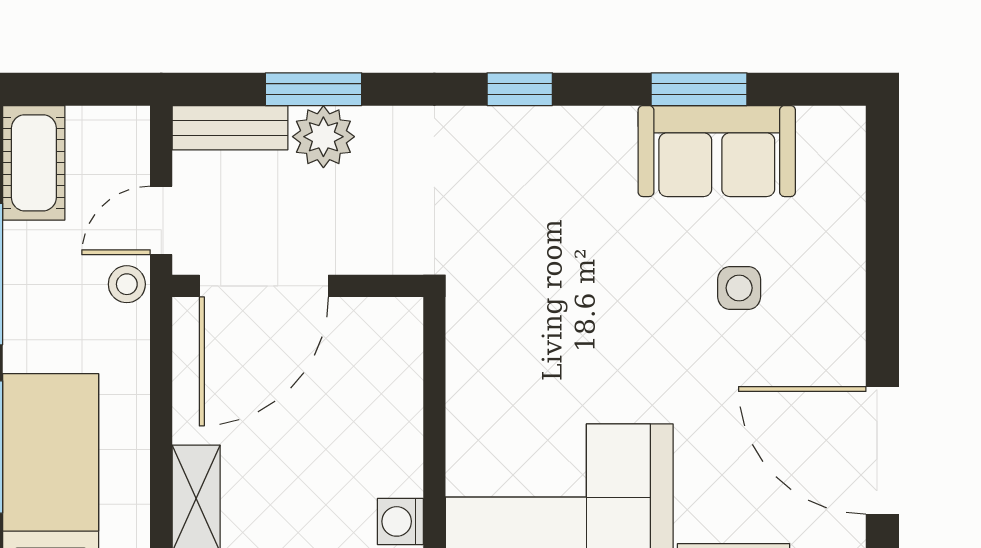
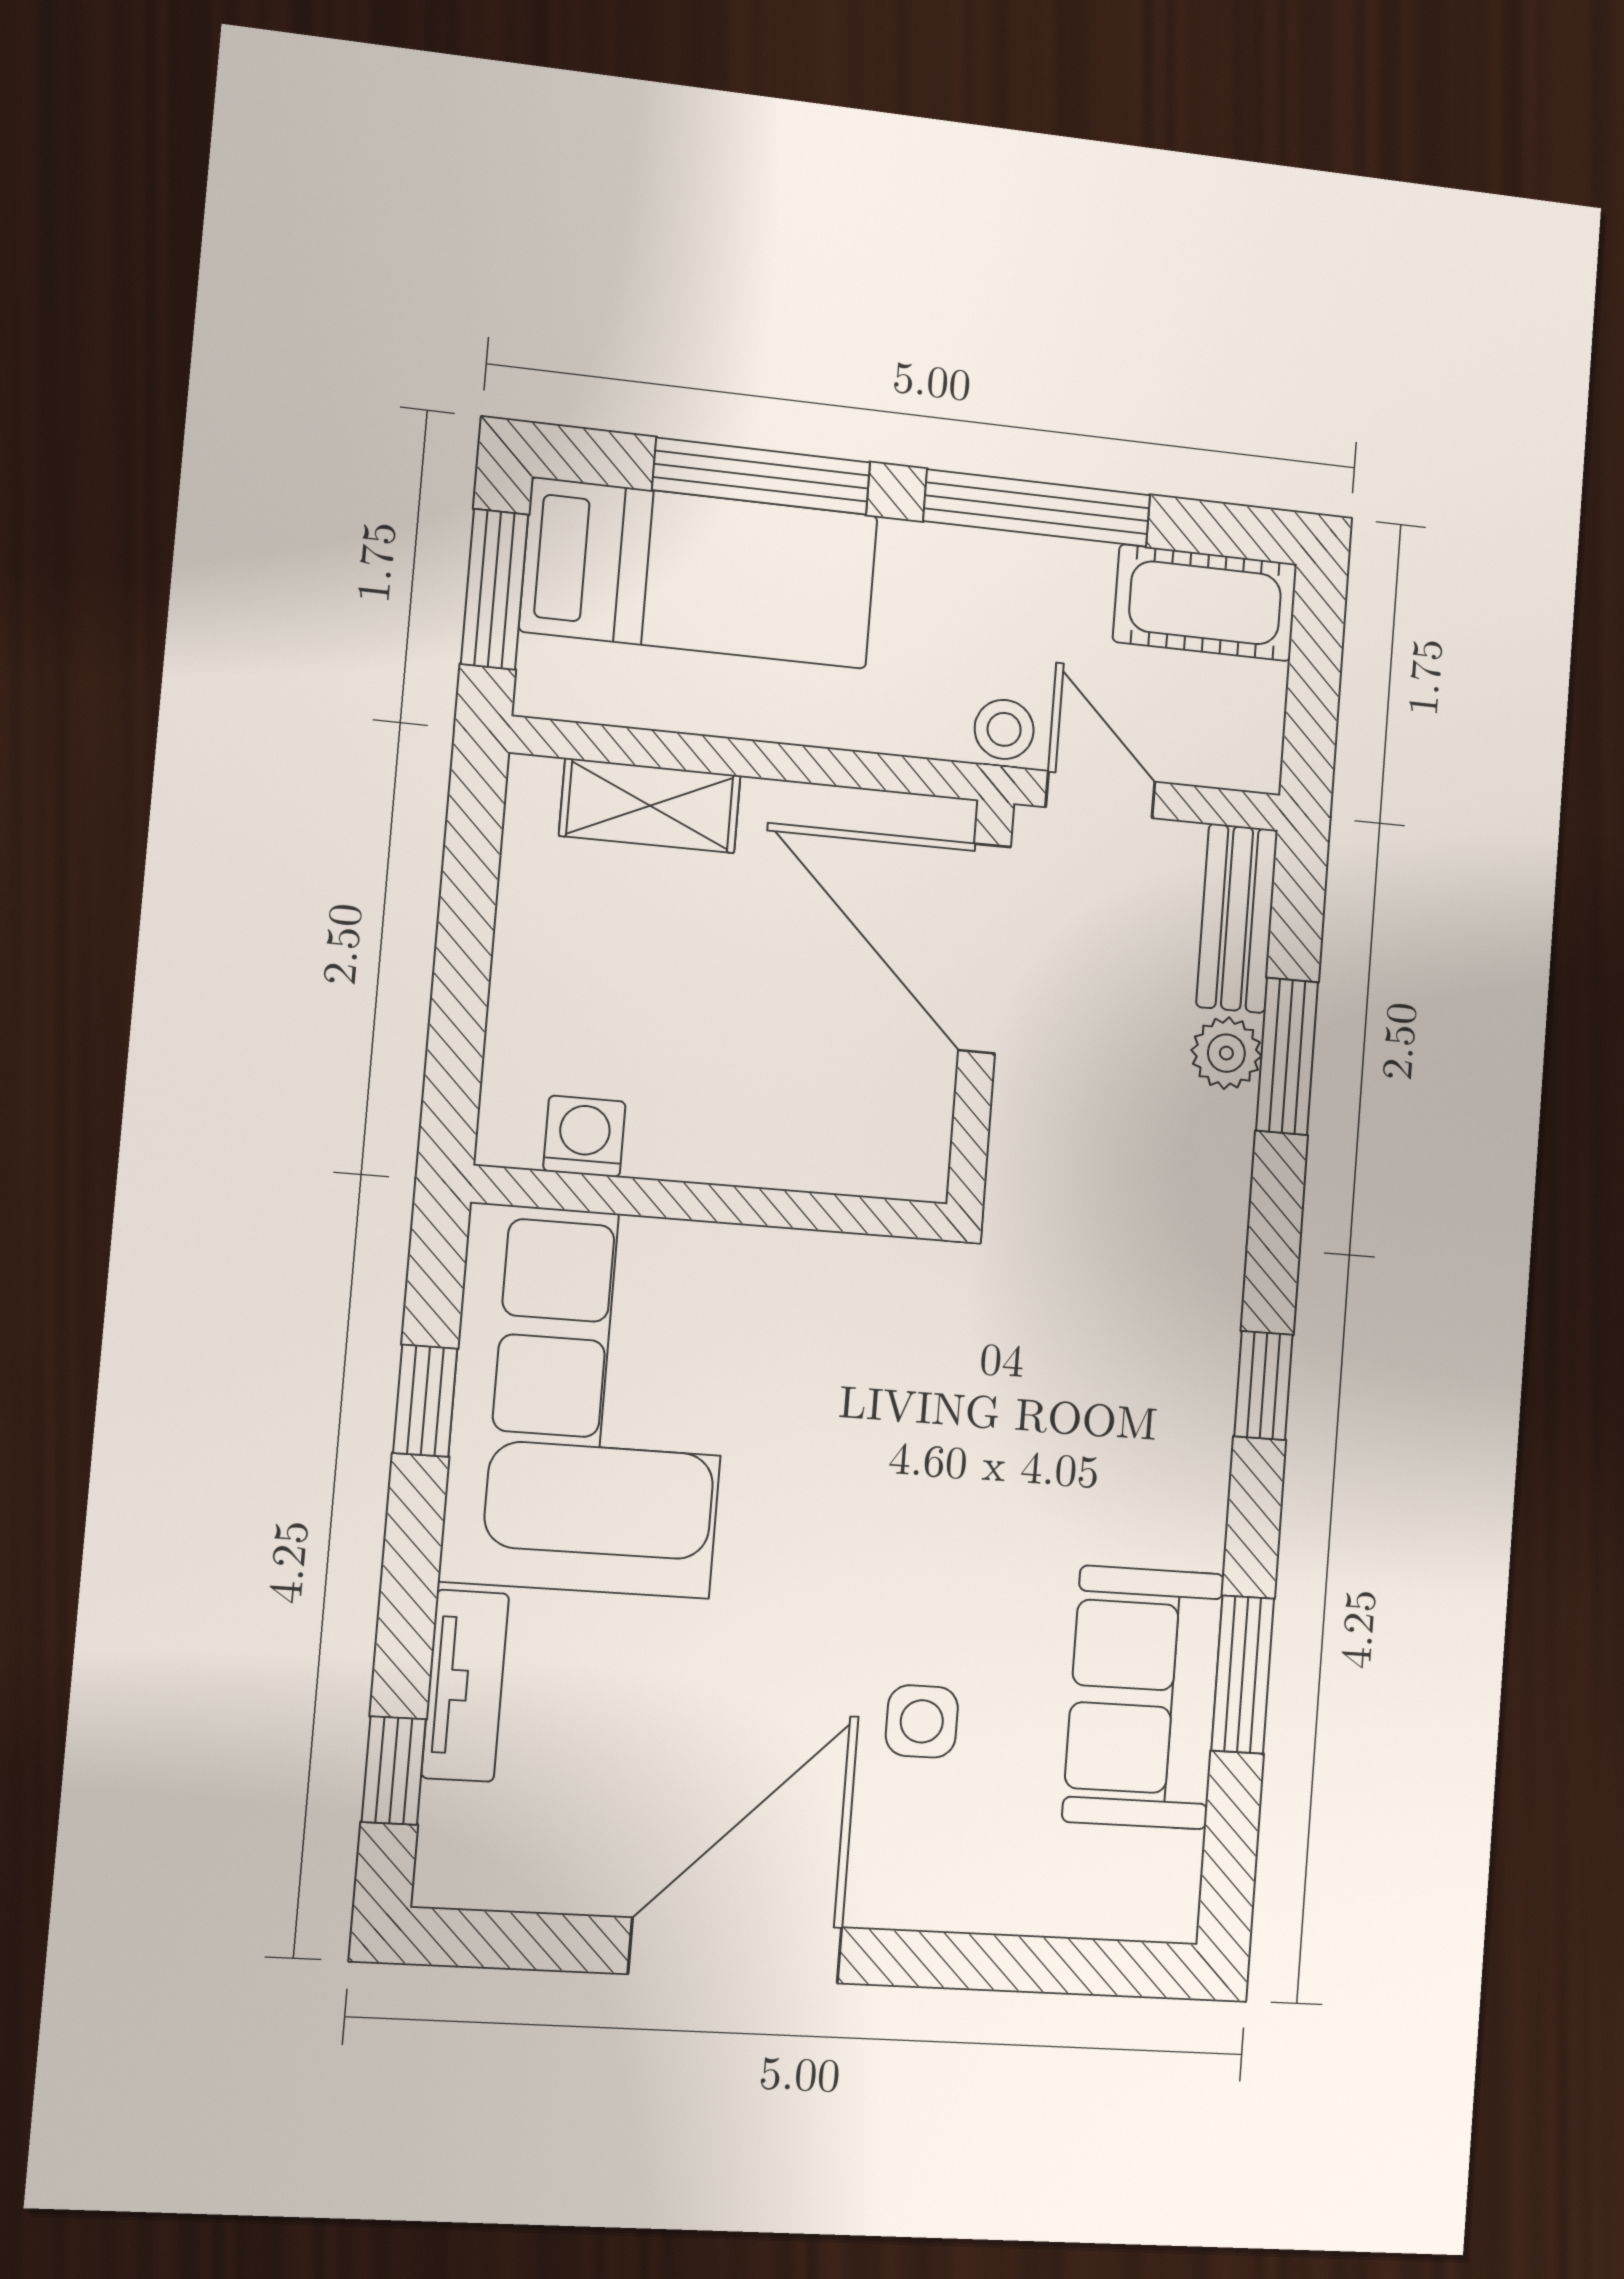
plant: (323, 137) -> (1226, 1053), width x0.73, depth x0.73
door: (882, 450) -> (735, 1951), moved

